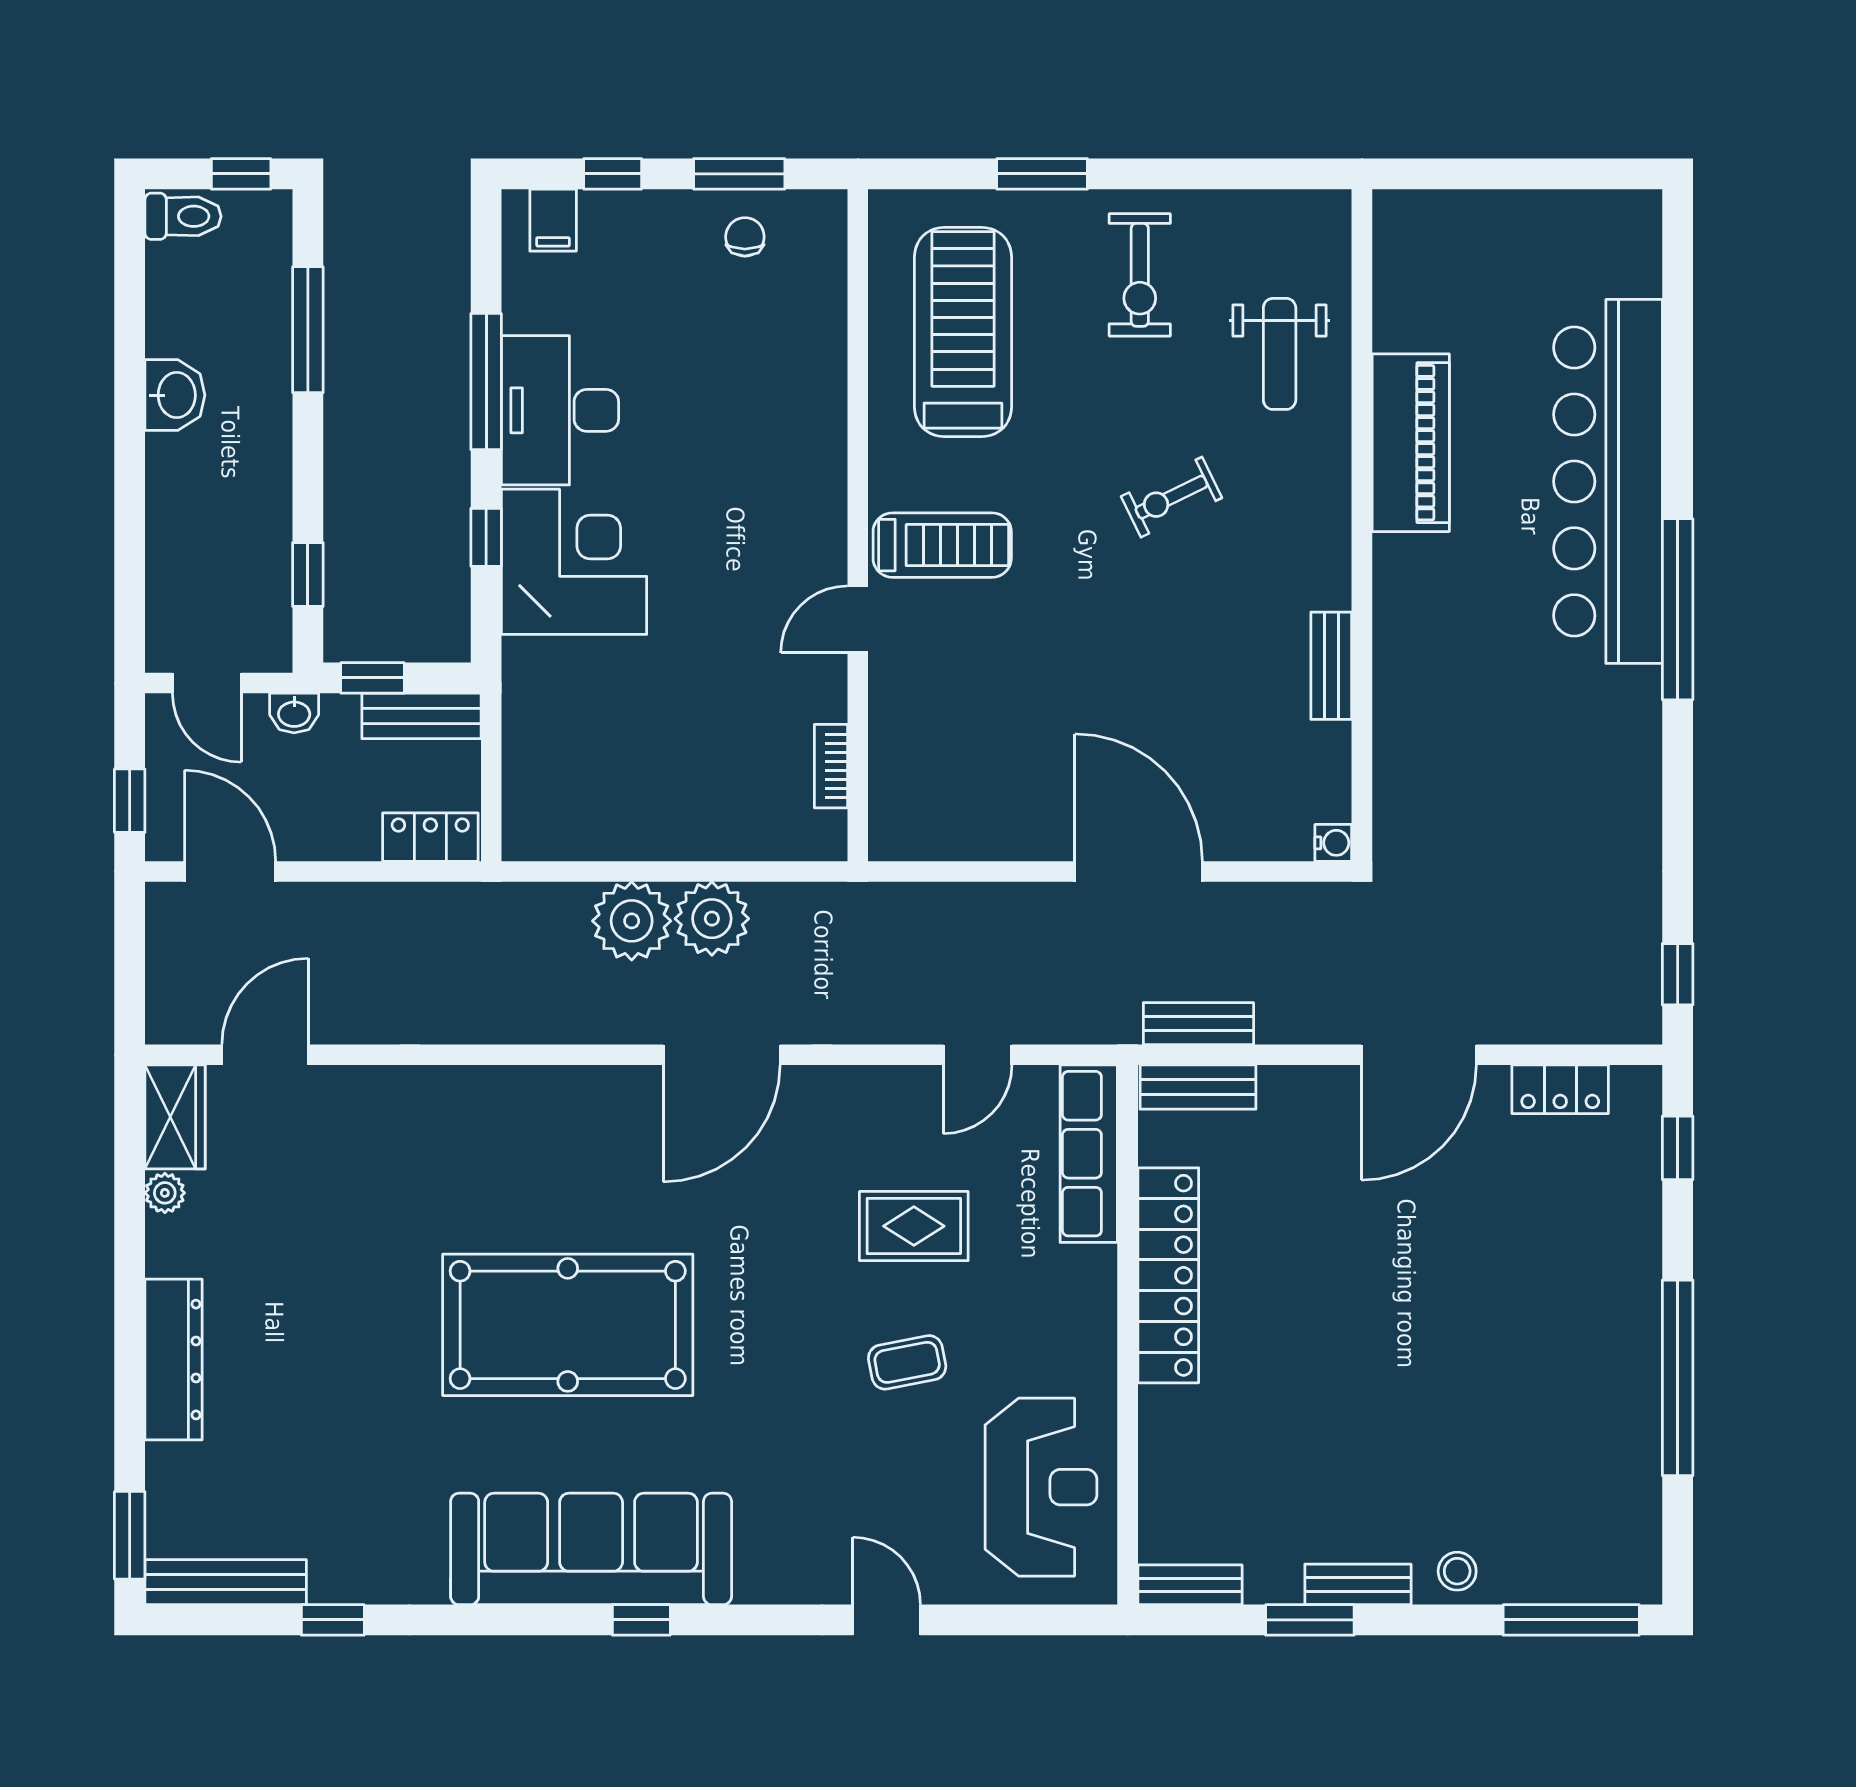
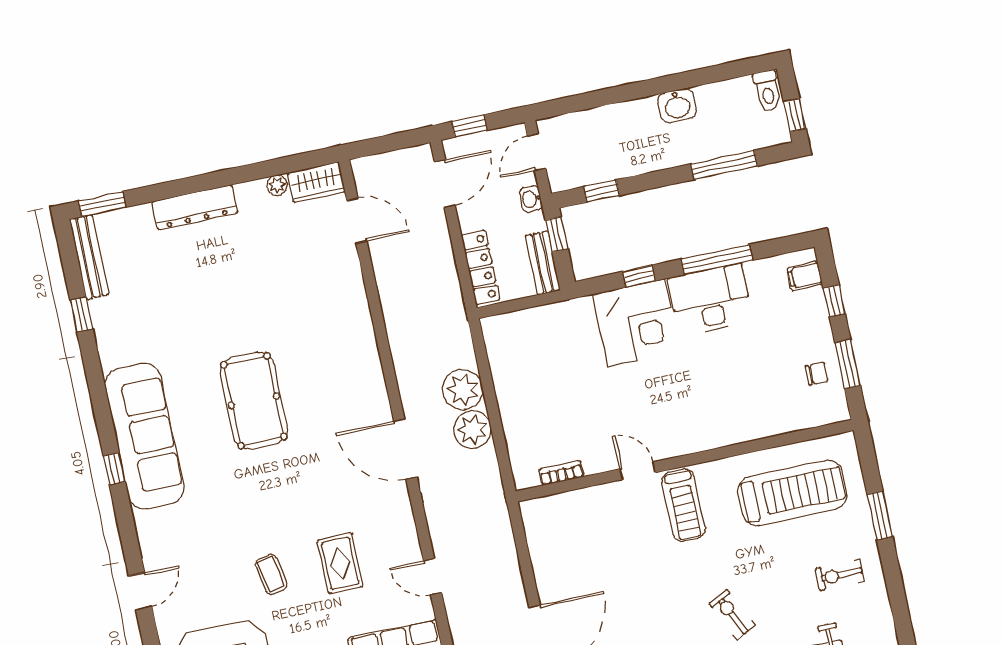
exercise bike: (1140, 275) -> (840, 575), width x0.73, depth x0.72
locker: (430, 837) -> (481, 268), width x1.53
pool table: (568, 1325) -> (254, 401), width x0.73, depth x0.76

